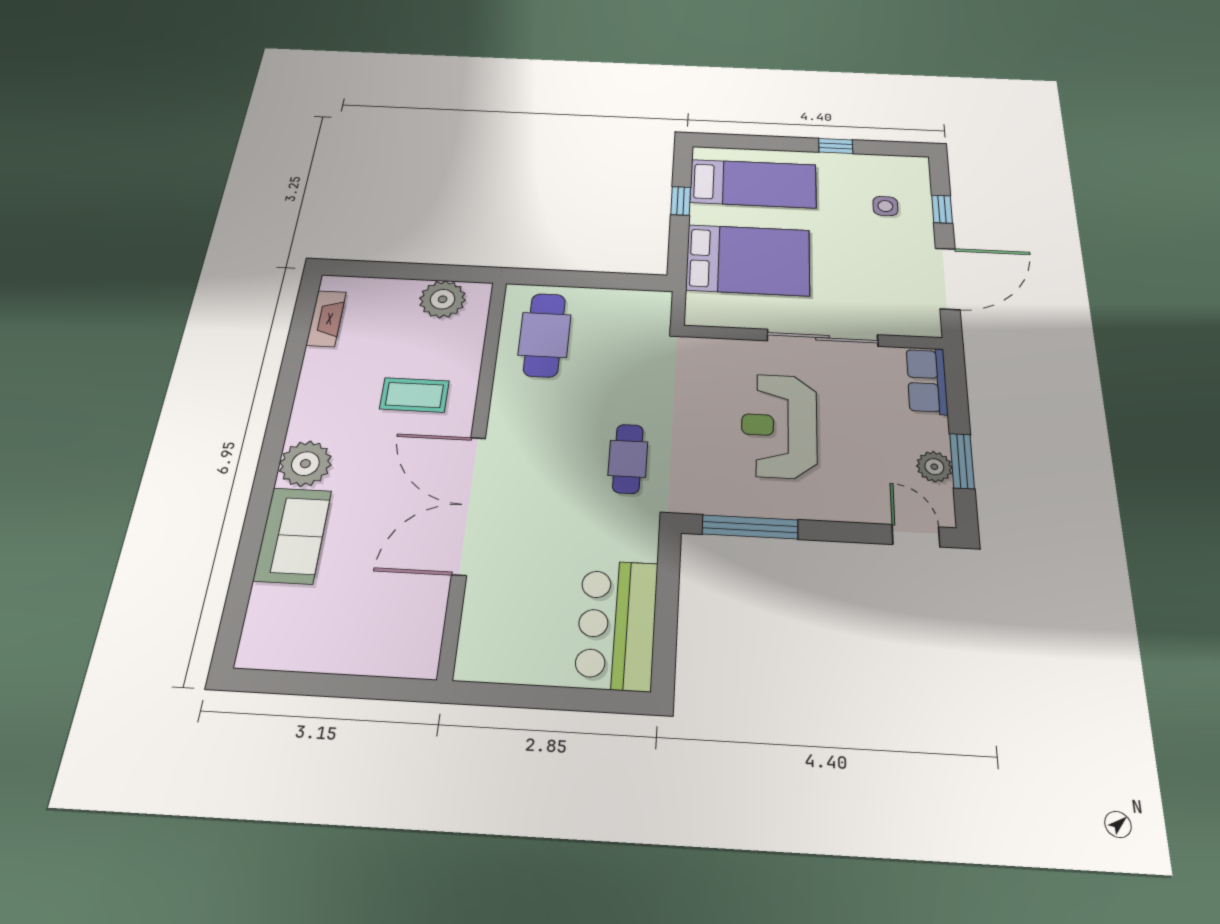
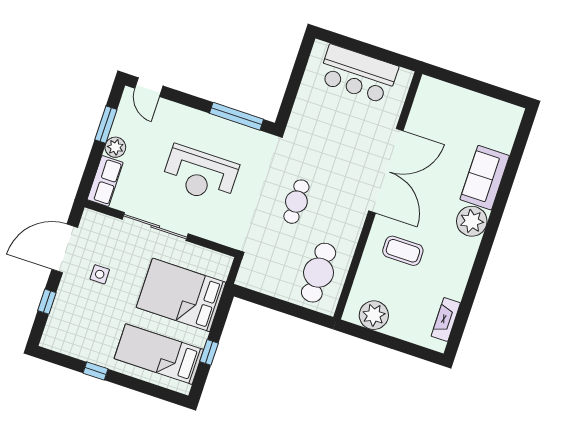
side table: (885, 206) -> (100, 274), moved
reception desk: (779, 426) -> (200, 174), turned 90
cafe table: (628, 459) -> (296, 202), moved
plant: (934, 467) -> (115, 147), moved
bar counter: (617, 624) -> (358, 74), moved, turned 90

